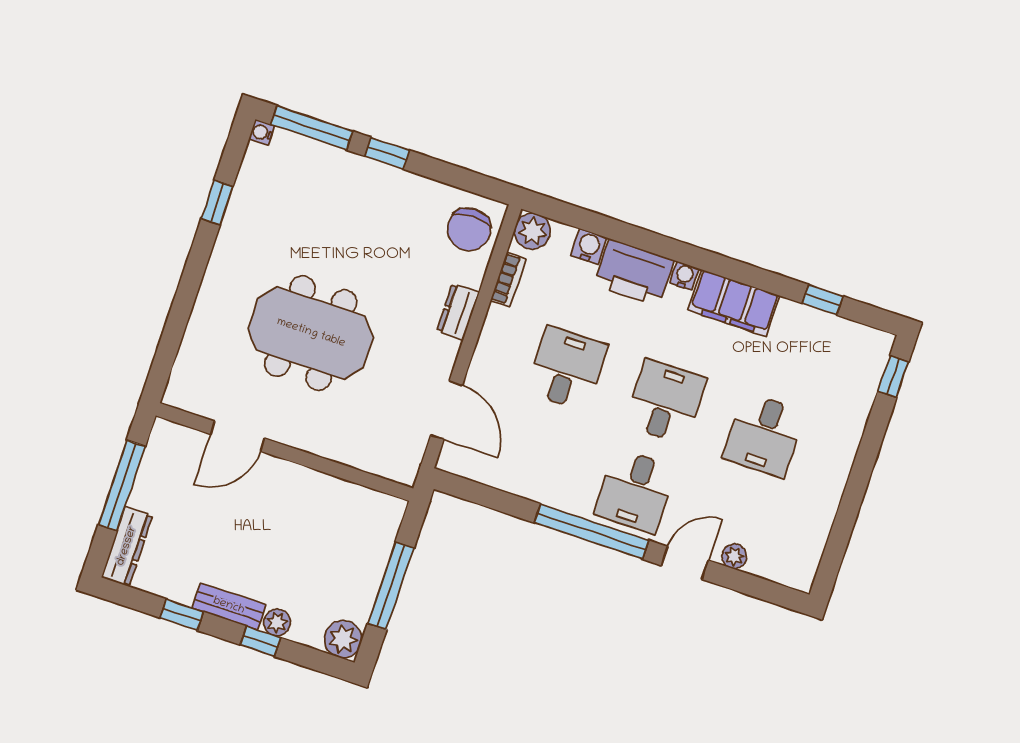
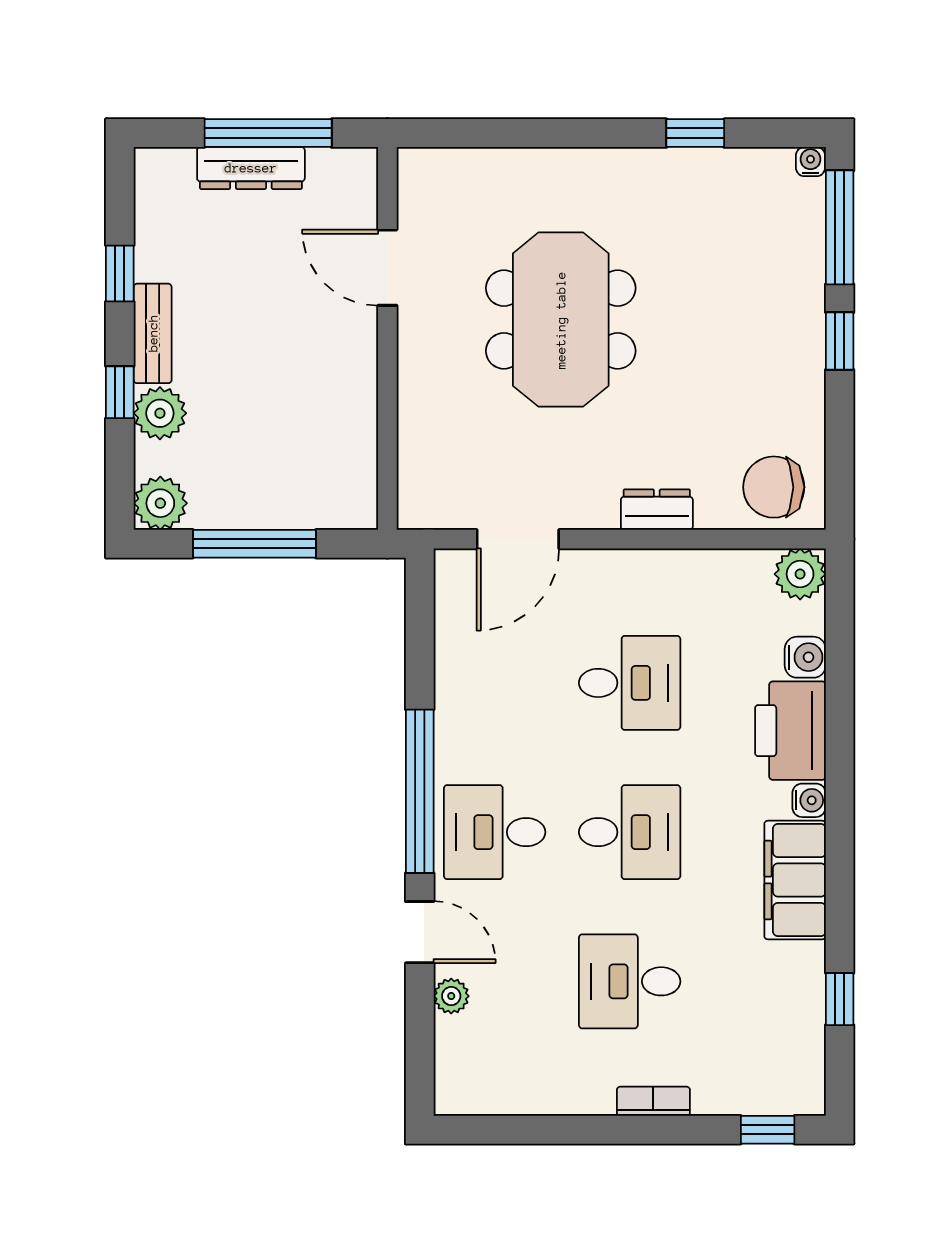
bookcase: (508, 280) -> (653, 1101), moved, turned 180
dresser: (127, 546) -> (251, 168), moved
plant: (277, 623) -> (160, 413), width x1.38, depth x1.38

